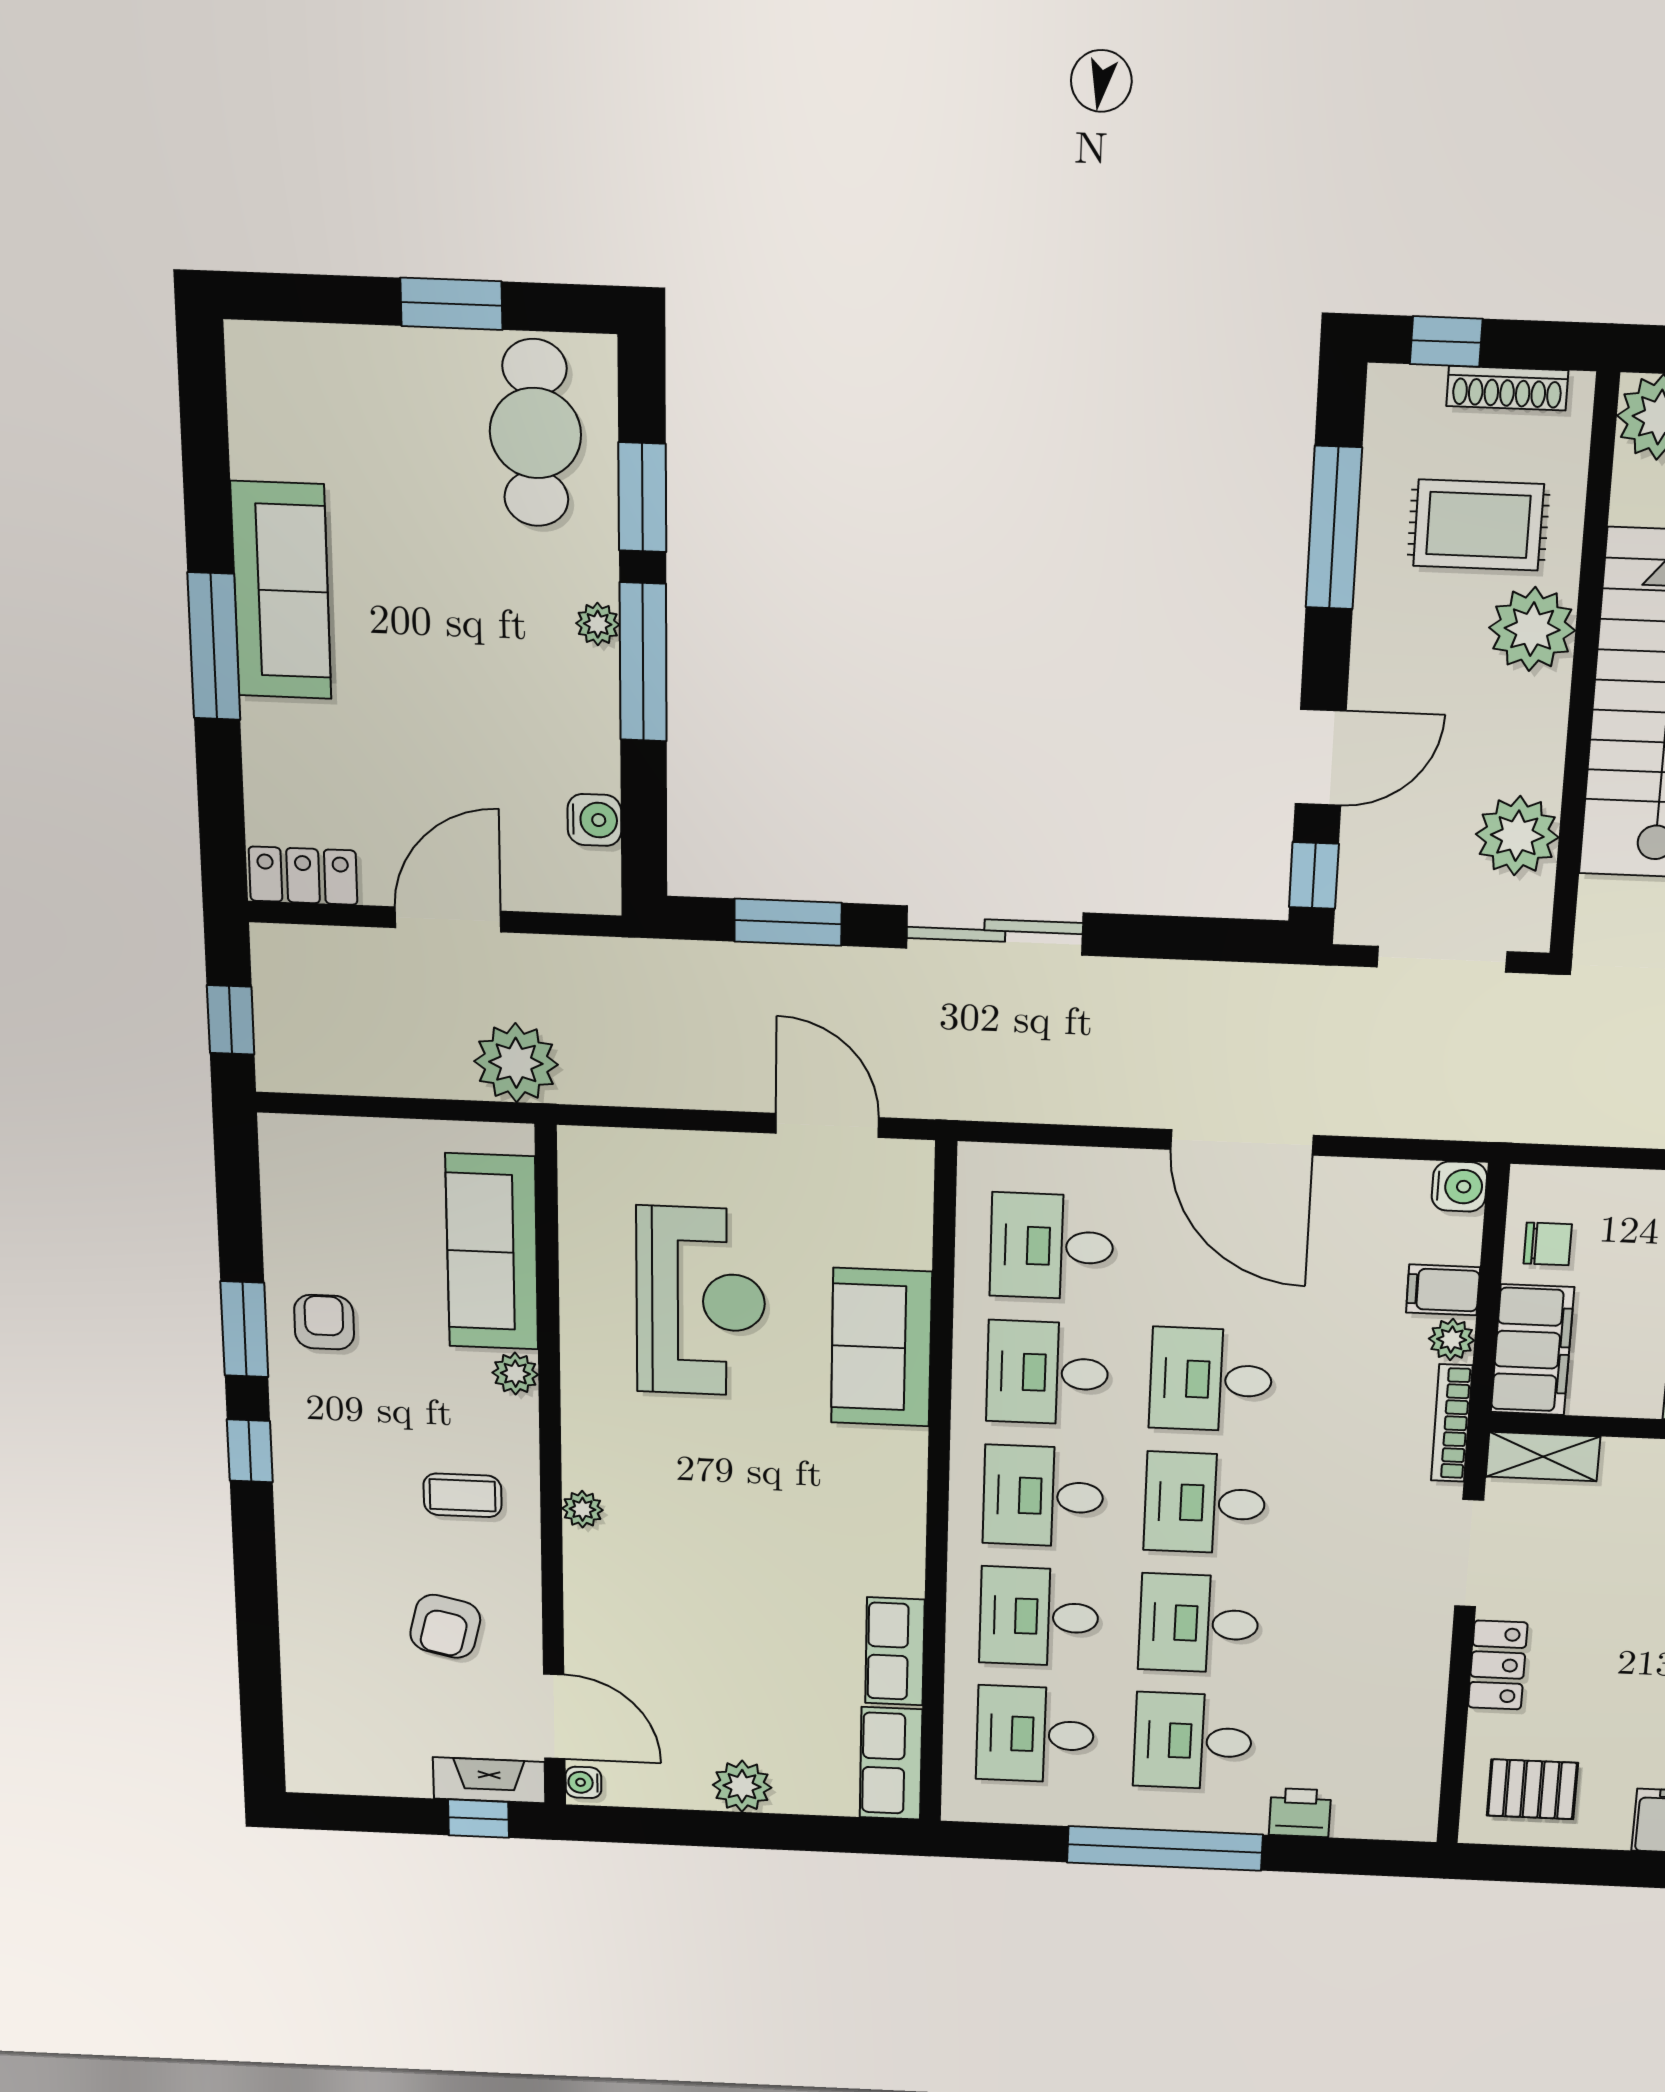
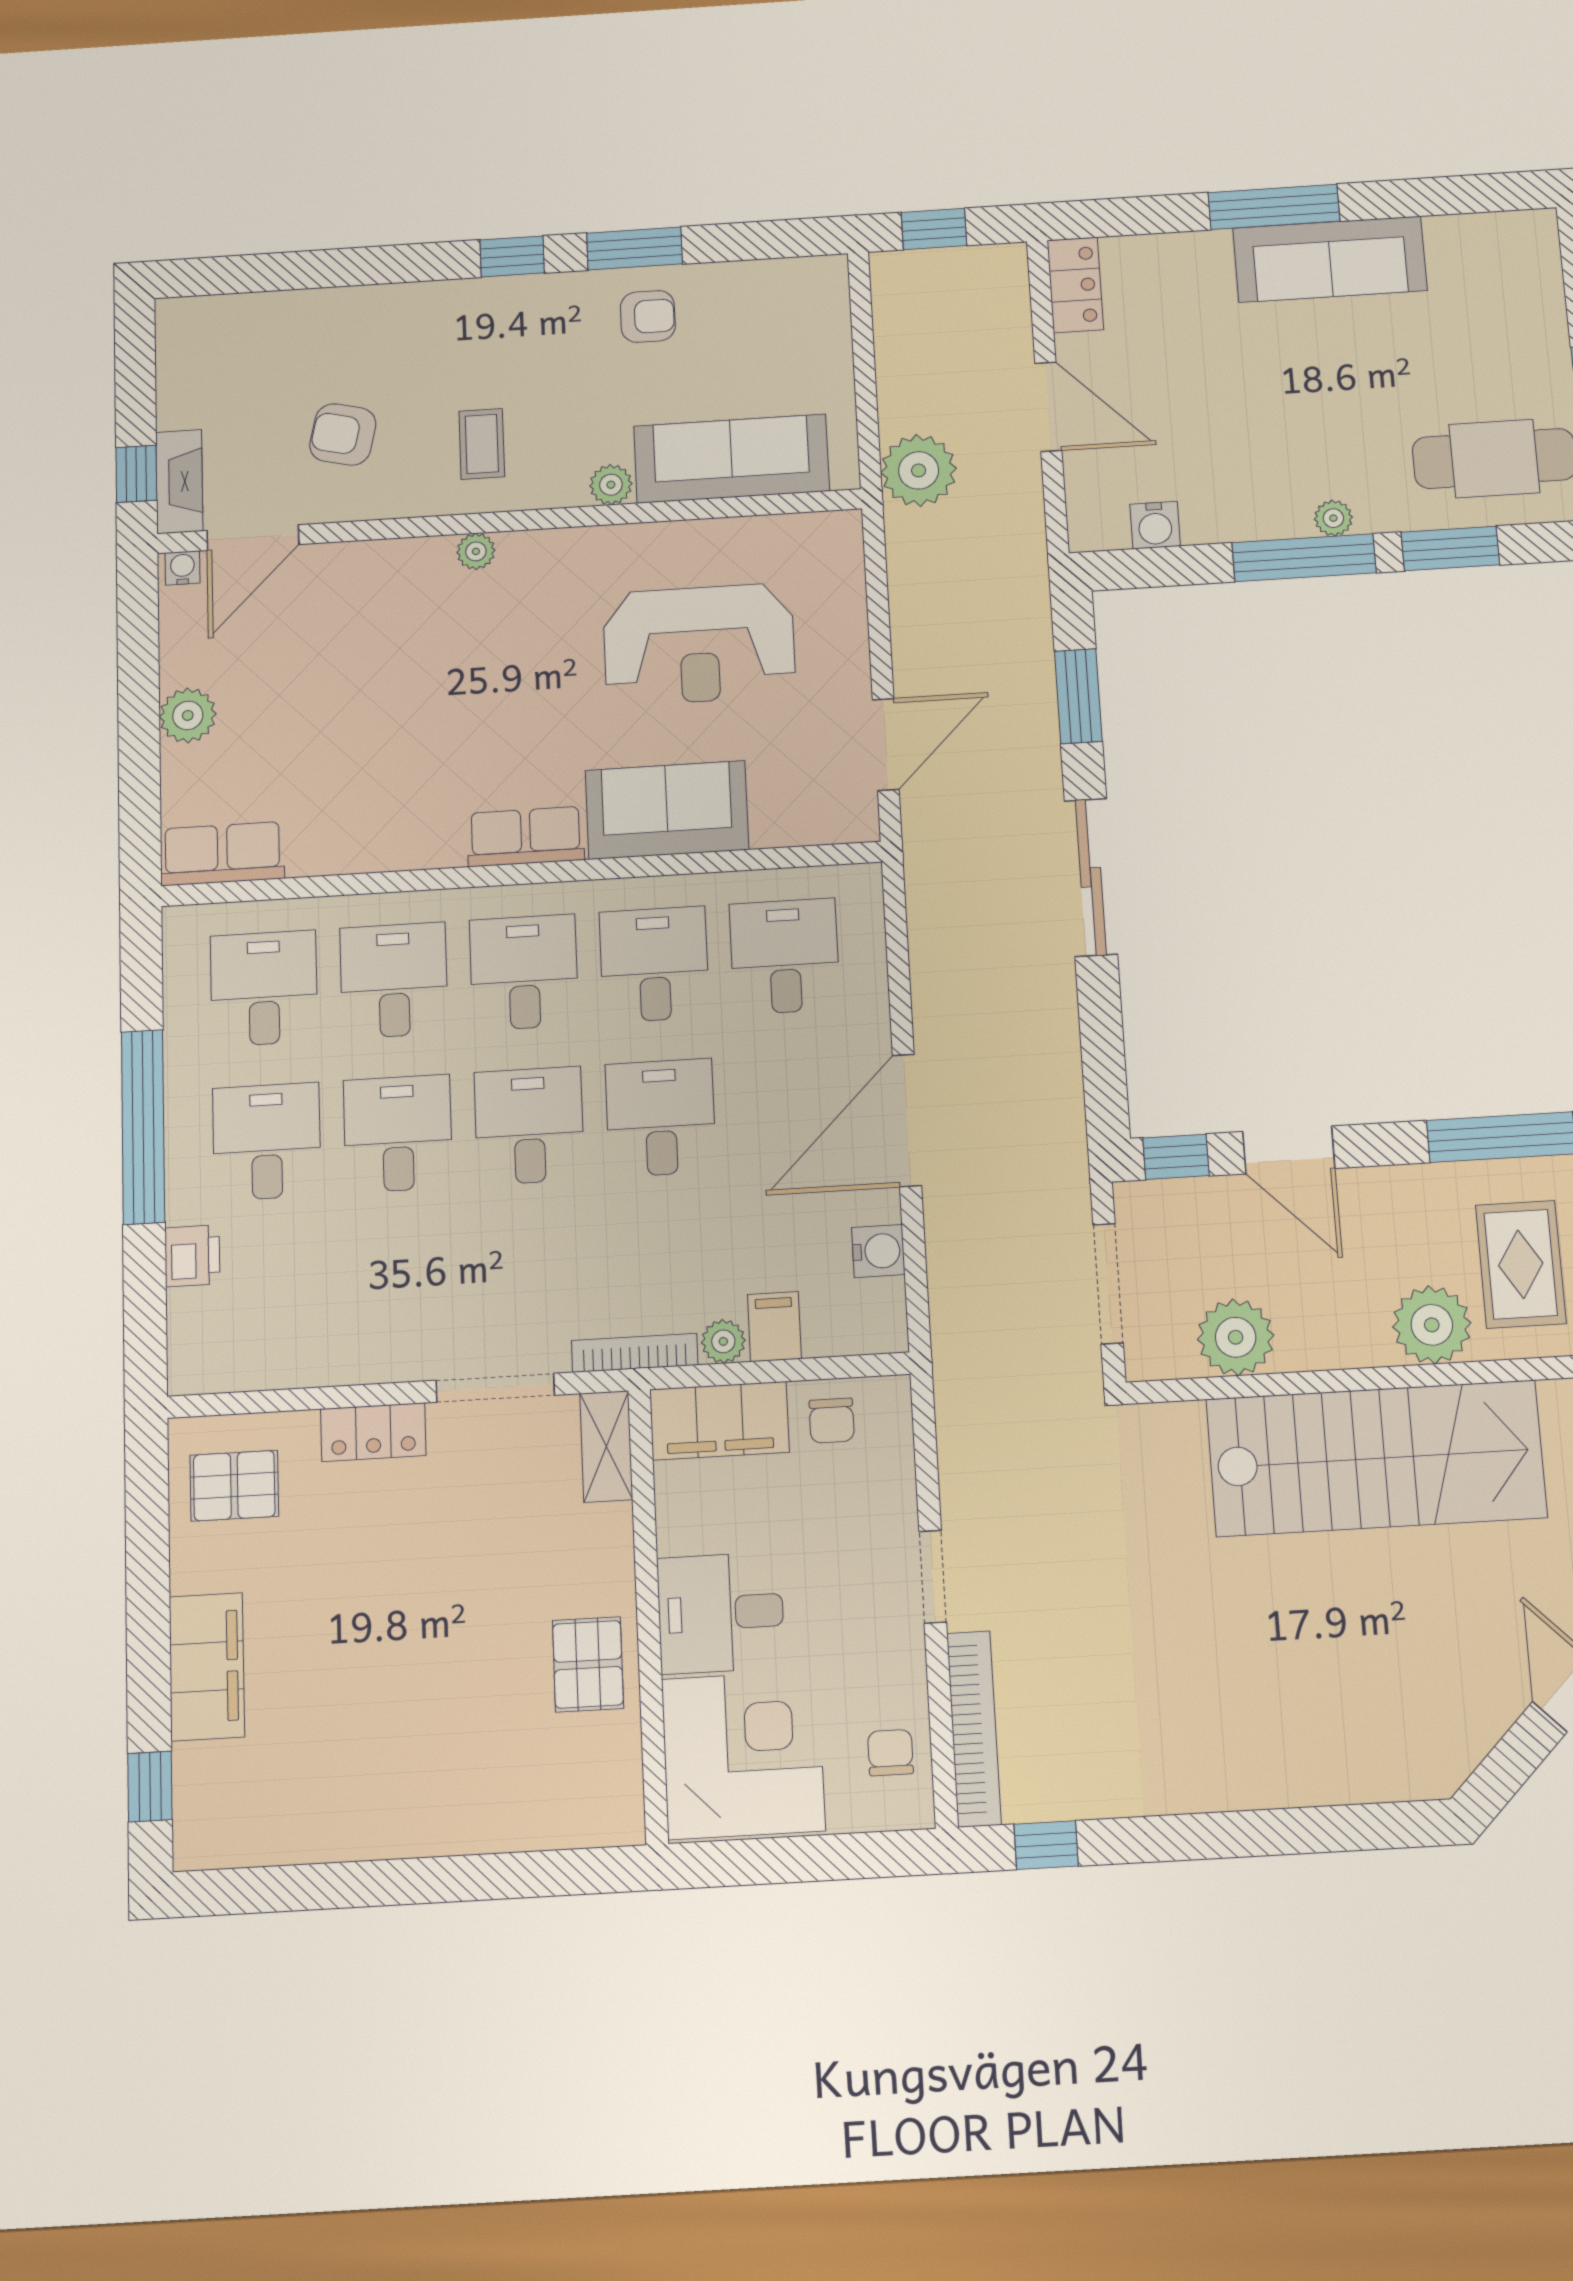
water cooler: (1459, 1186) -> (878, 1251), moved, turned -90
row of seats: (895, 1651) -> (526, 837), moved
pallet: (1532, 1789) -> (234, 1486), turned 90

